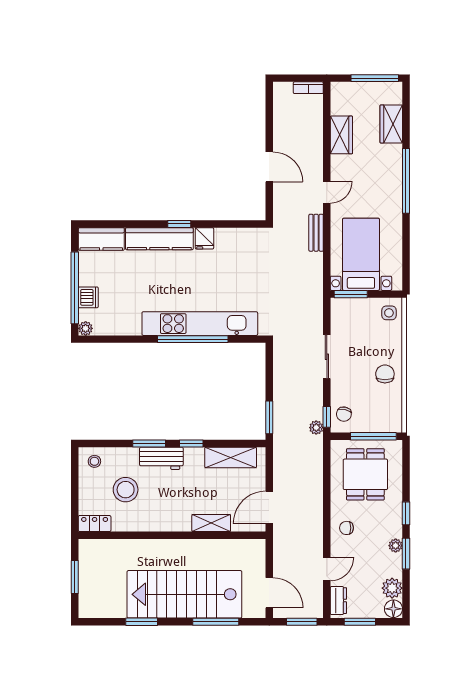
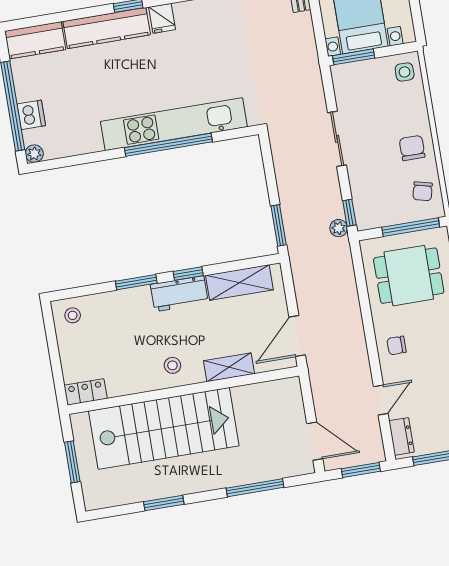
chair: (344, 414) -> (423, 191), moved
workbench: (161, 458) -> (179, 294), moved
dining table: (365, 474) -> (409, 276), turned 90
stool: (126, 490) -> (172, 365), moved, width x0.53, depth x0.53
stairs: (184, 594) -> (164, 428), moved, turned 180

